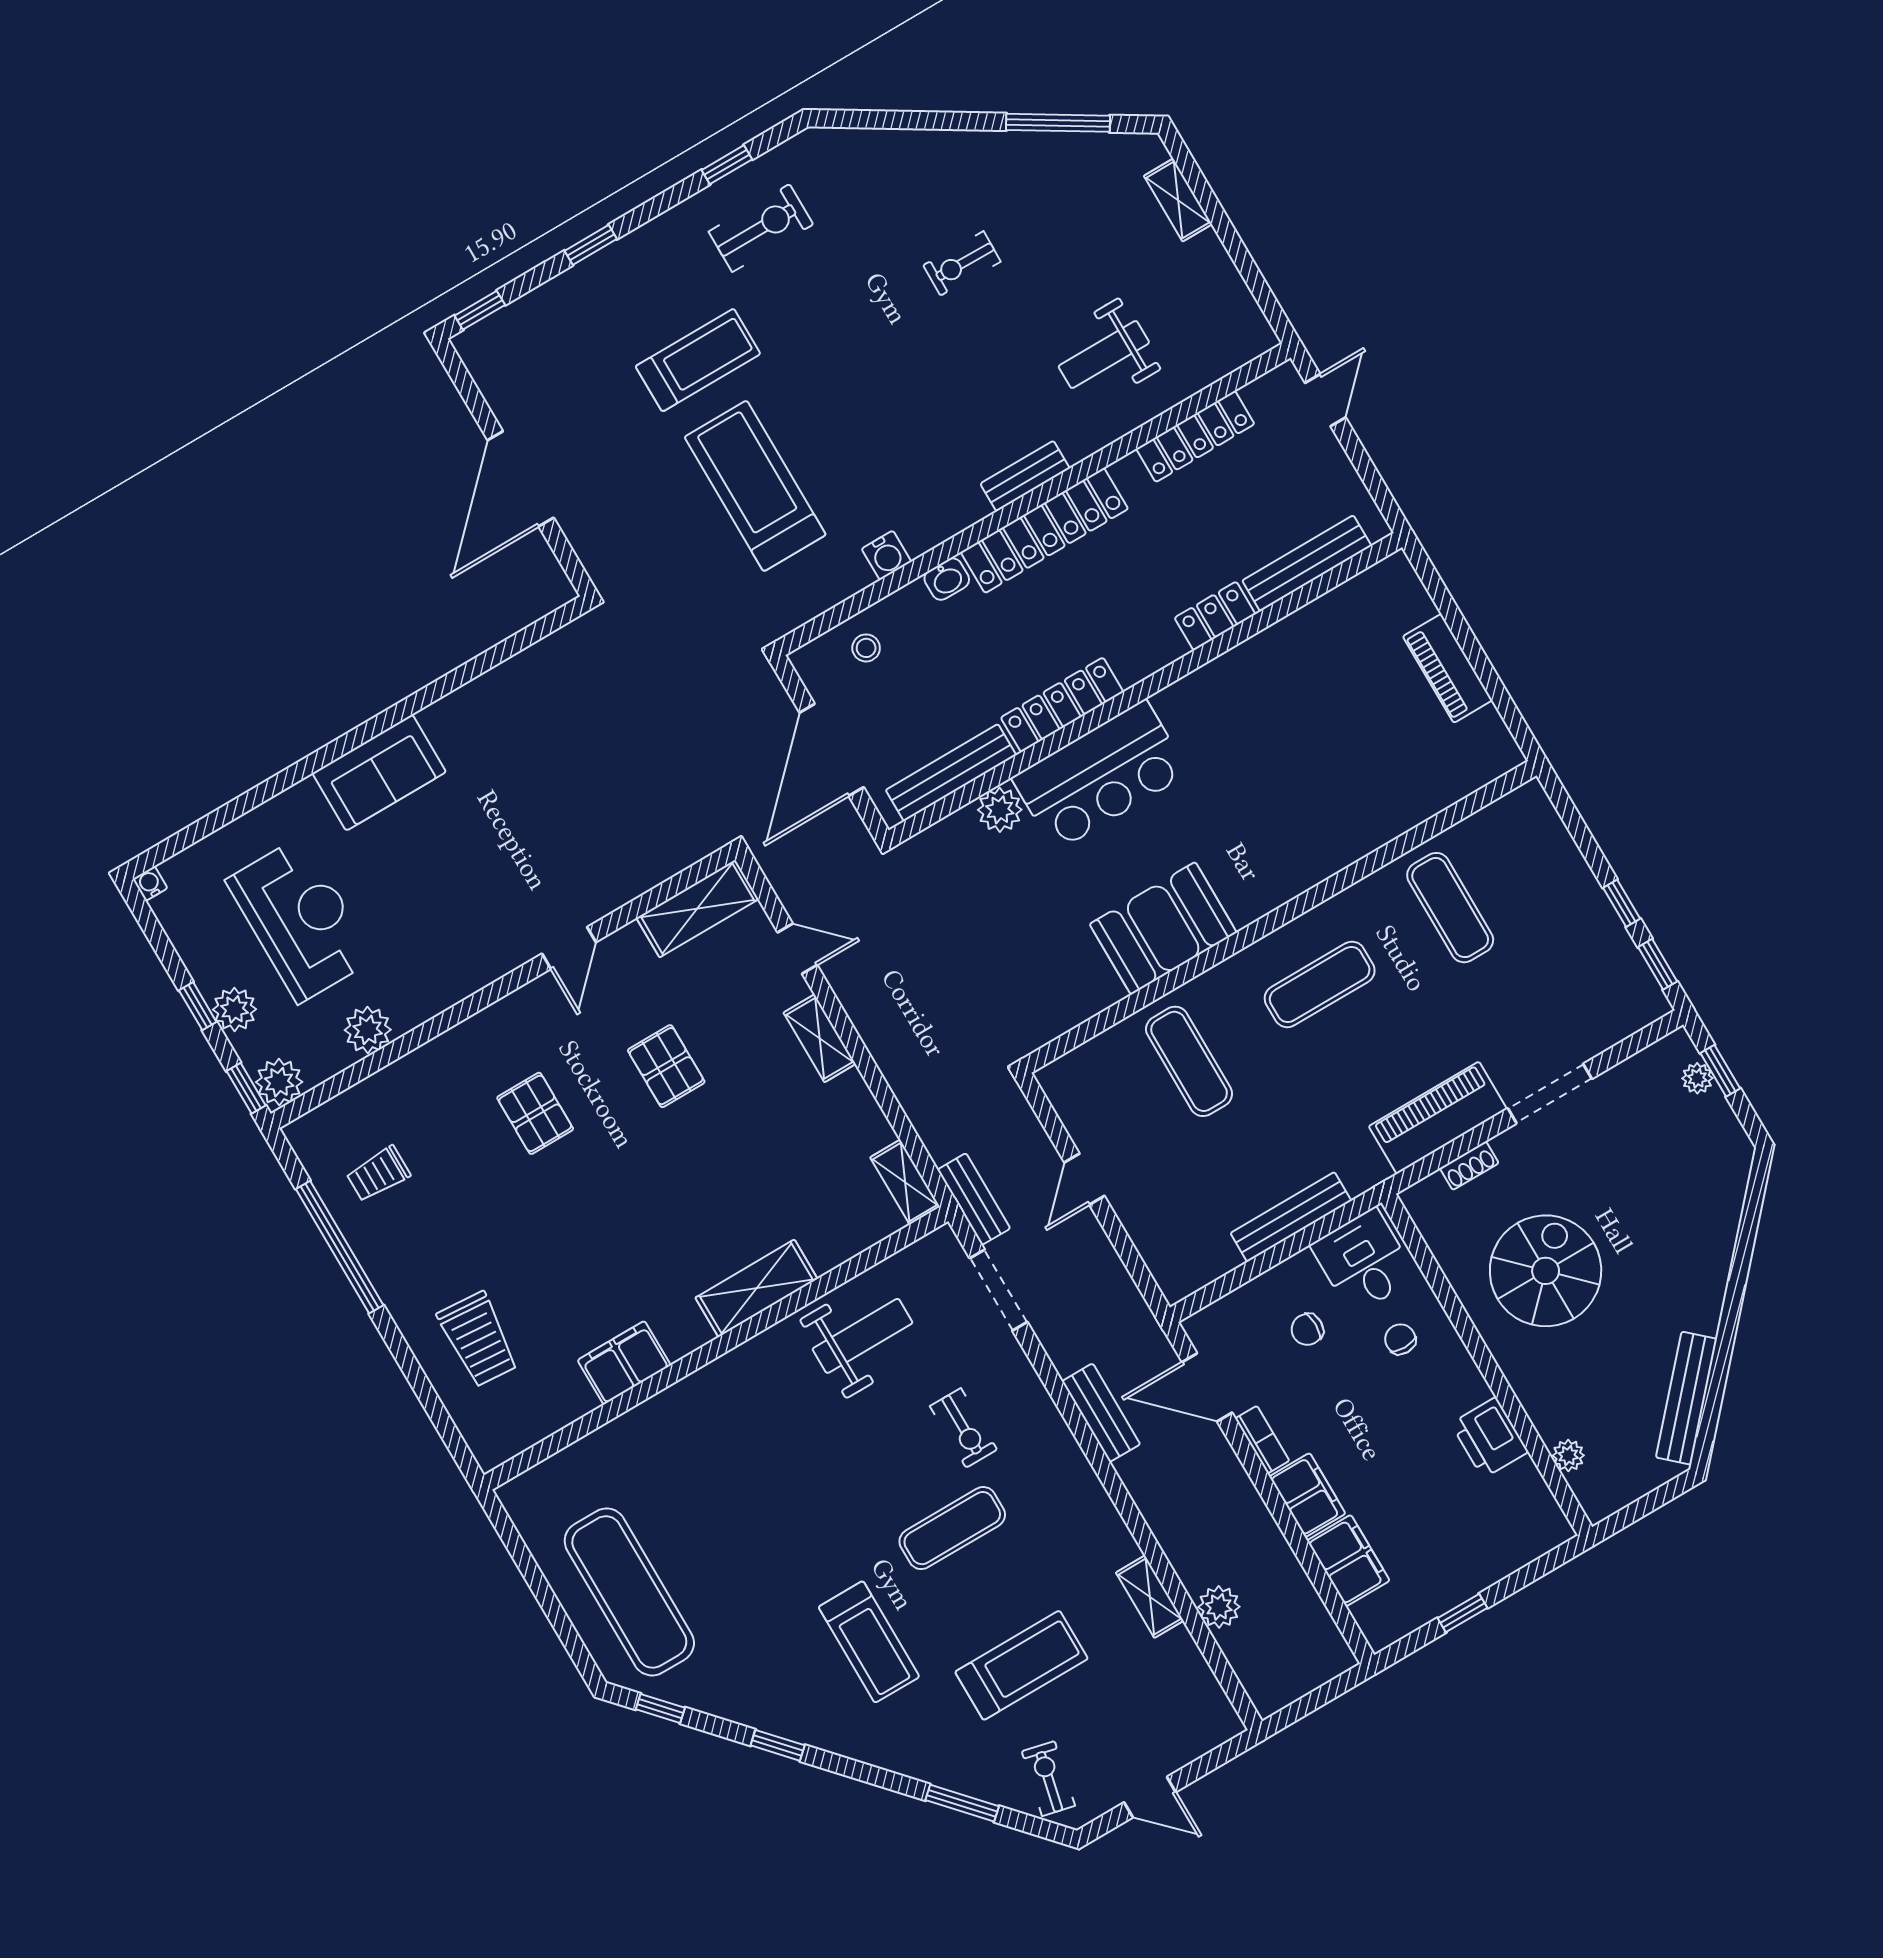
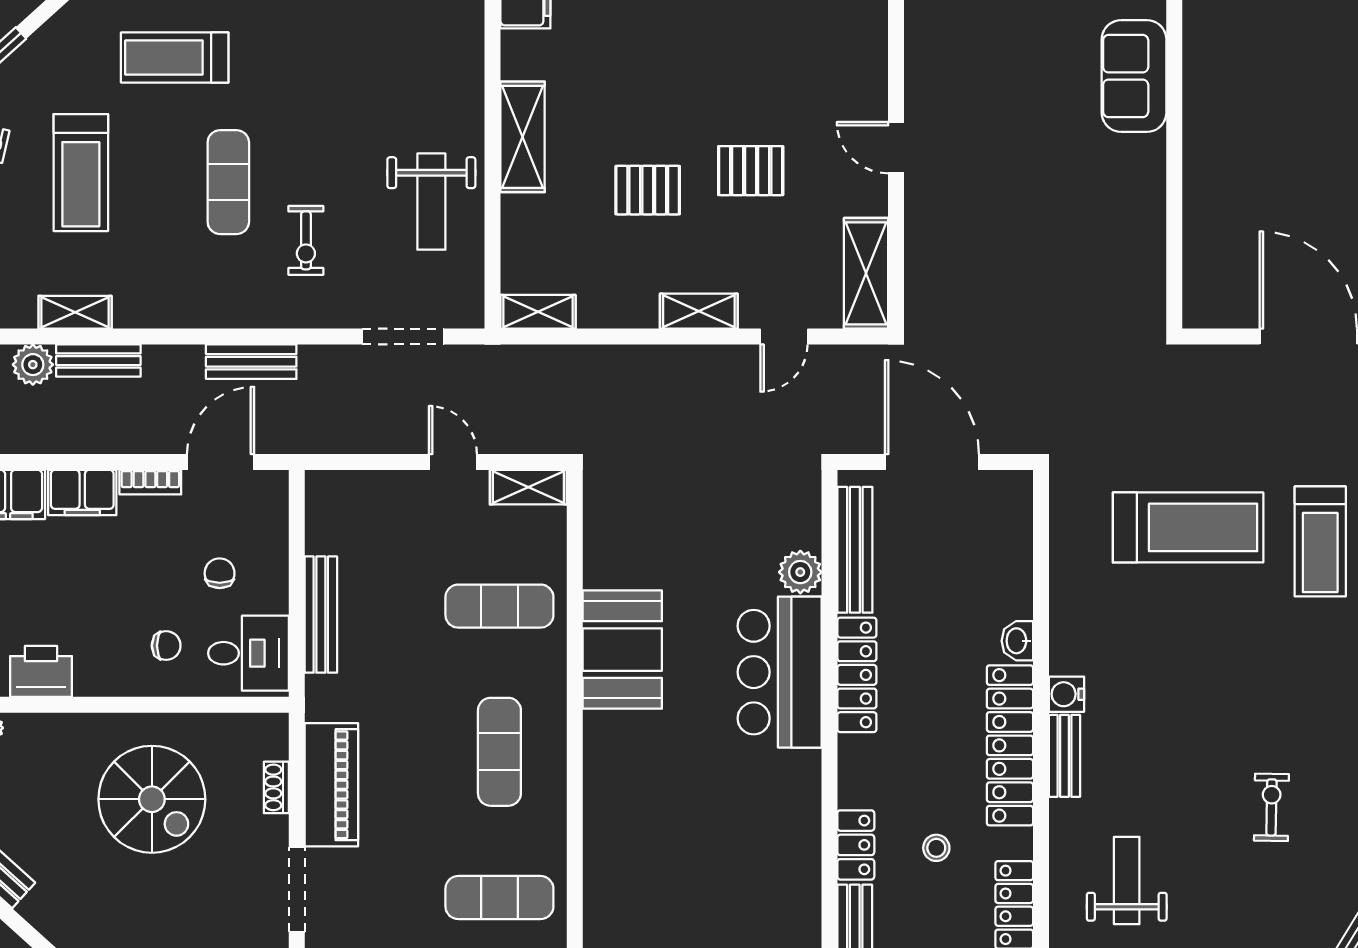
water cooler: (886, 555) -> (1066, 694), moved
stool: (866, 648) -> (936, 848), moved
shelving: (1067, 1098) -> (528, 487), added
pallet: (535, 1113) -> (648, 190), moved
bench: (974, 1199) -> (98, 361), moved
exercise bike: (963, 1428) -> (306, 240), turned -90

